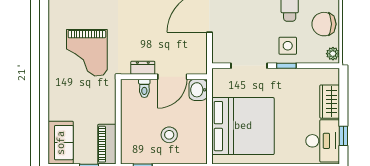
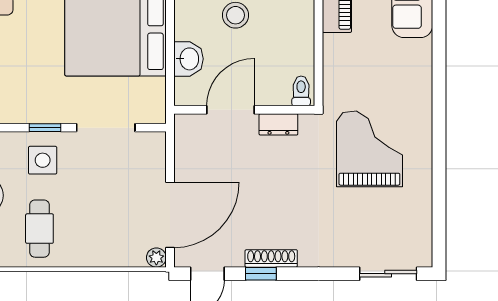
toilet: (144, 88) -> (301, 91), moved
washbasin: (198, 90) -> (188, 59), moved

